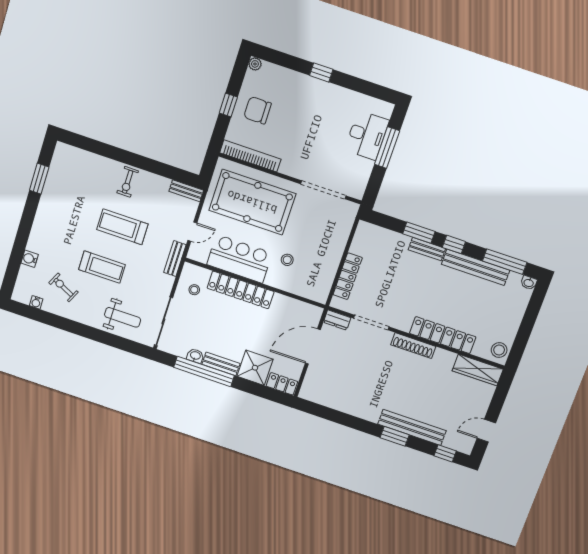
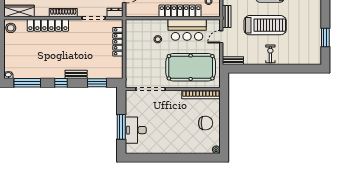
window: (321, 72) -> (175, 158), removed
window: (228, 105) -> (224, 120), removed
treadmill: (122, 227) -> (265, 25), width x1.37, depth x1.38
window: (419, 233) -> (97, 83), moved
bench: (476, 267) -> (43, 73), removed

